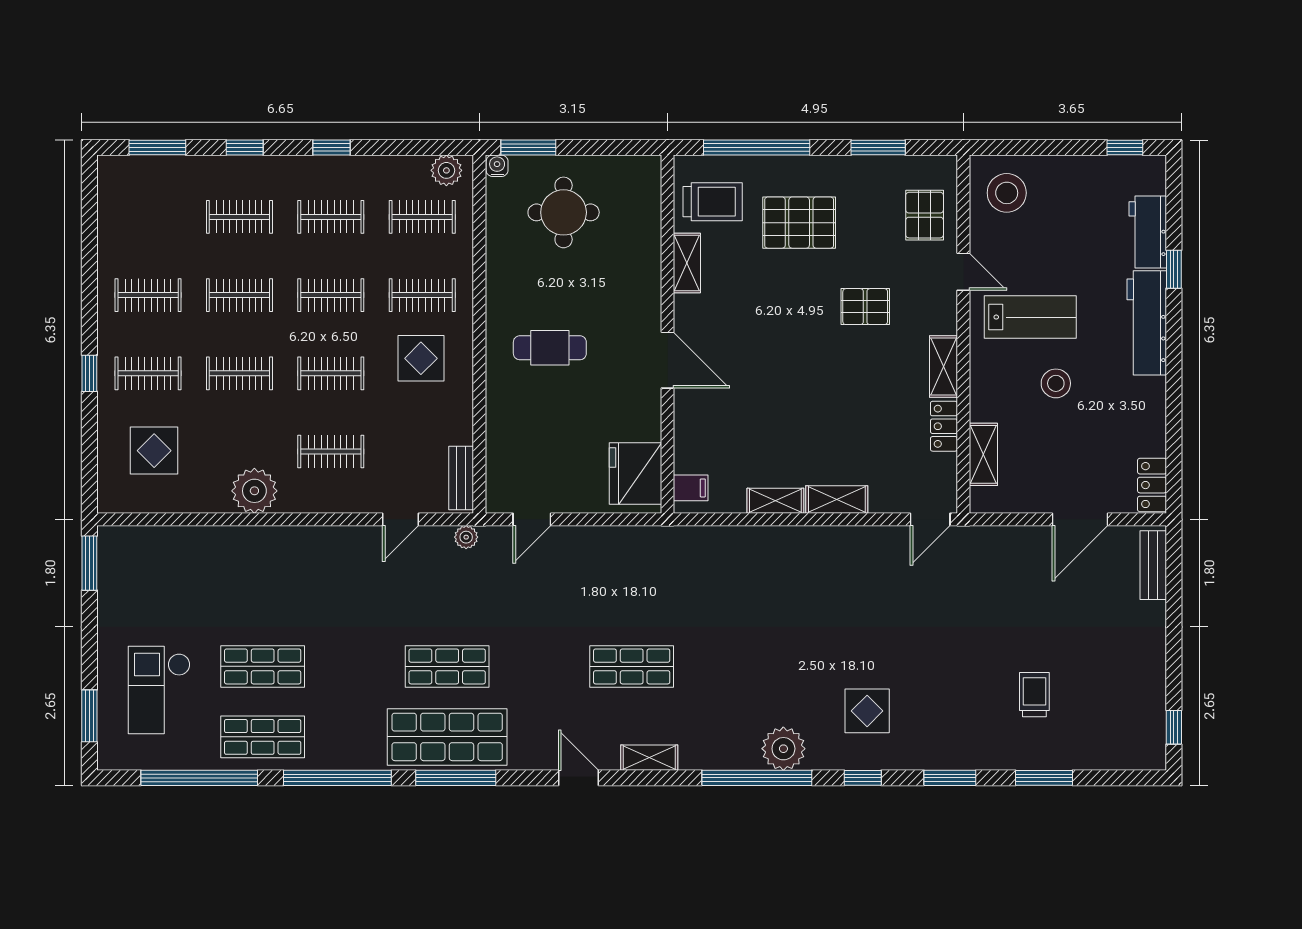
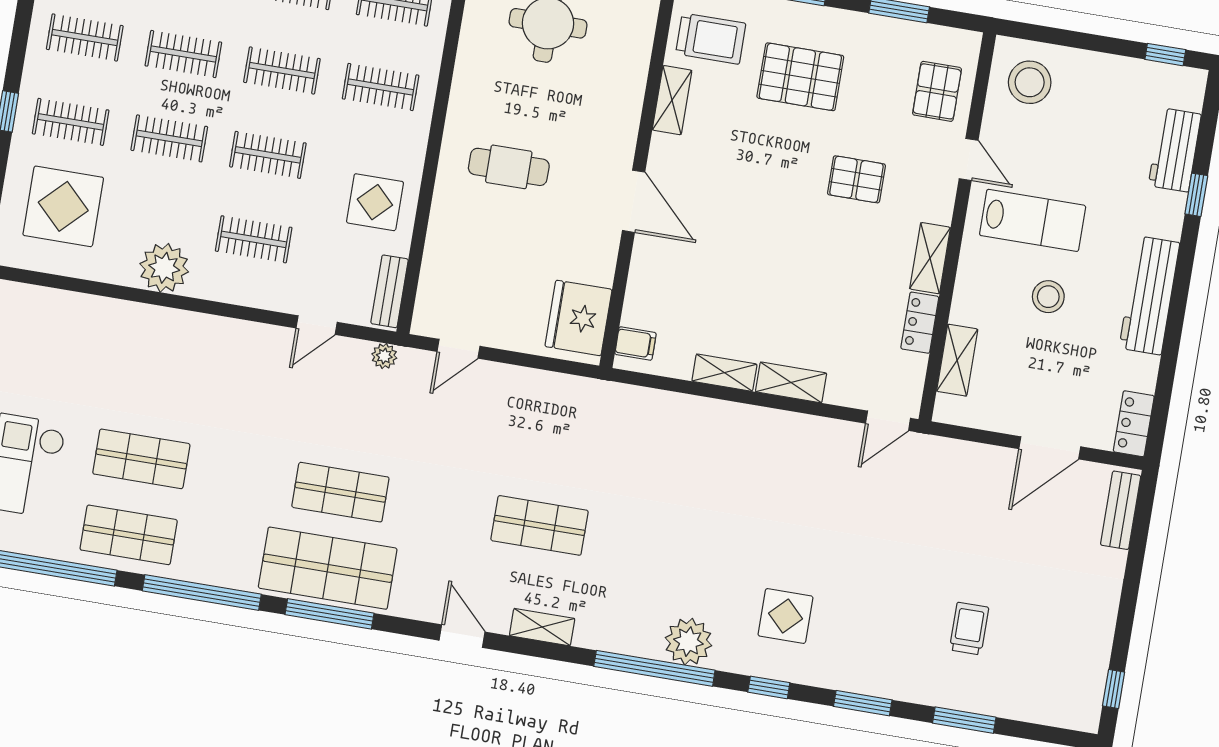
workbench: (1147, 323) -> (1149, 295), moved
display table: (421, 358) -> (375, 202), moved
display table: (154, 451) -> (63, 206), width x1.36, depth x1.36

